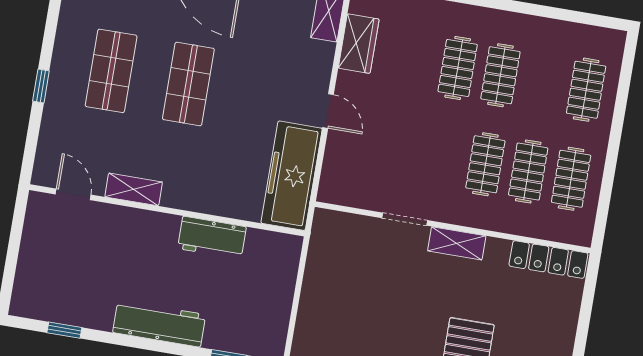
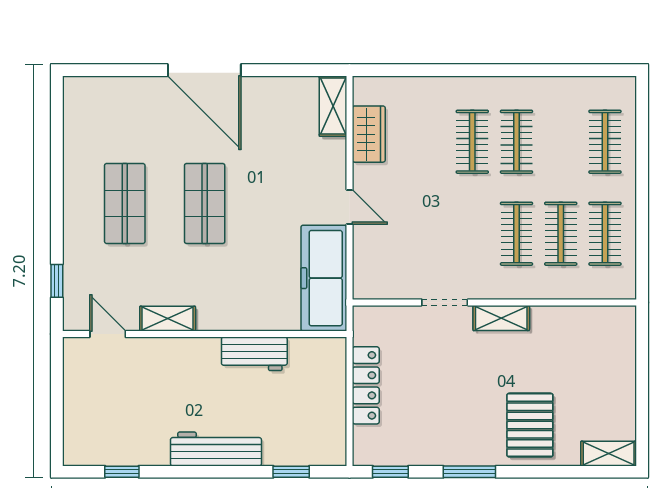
window: (41, 86) -> (57, 281), moved
locker: (548, 260) -> (366, 385), moved, turned -90

